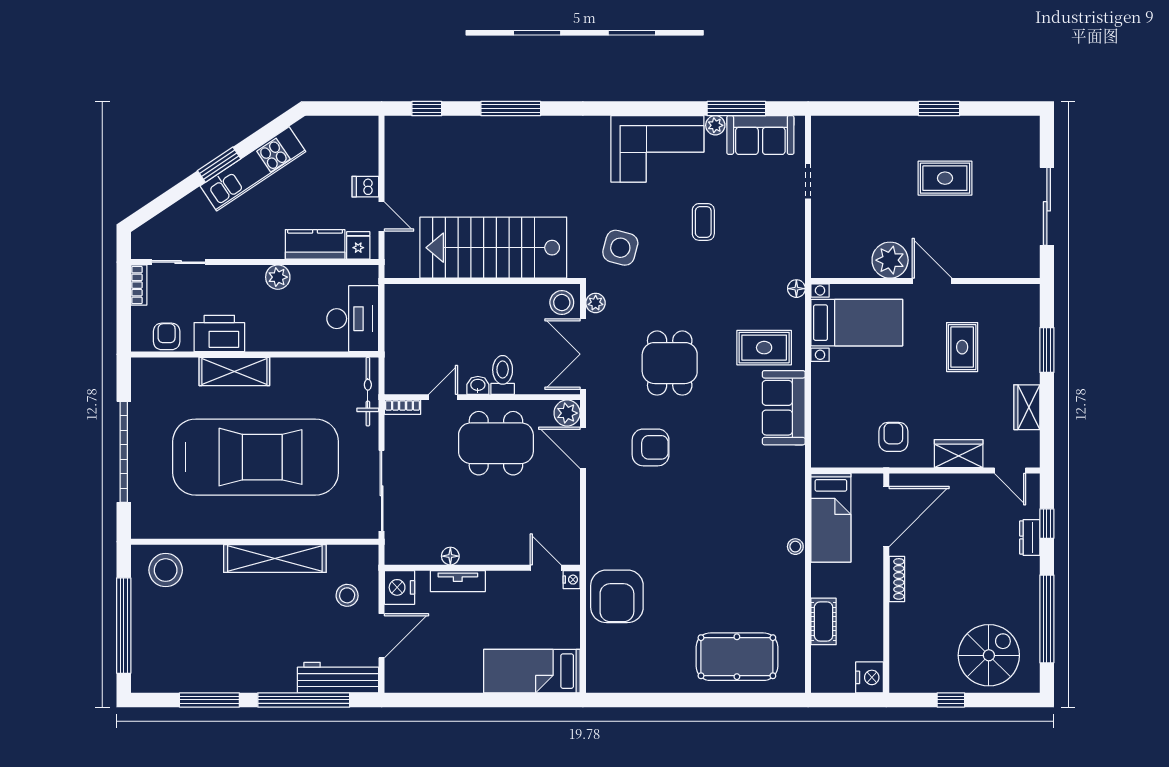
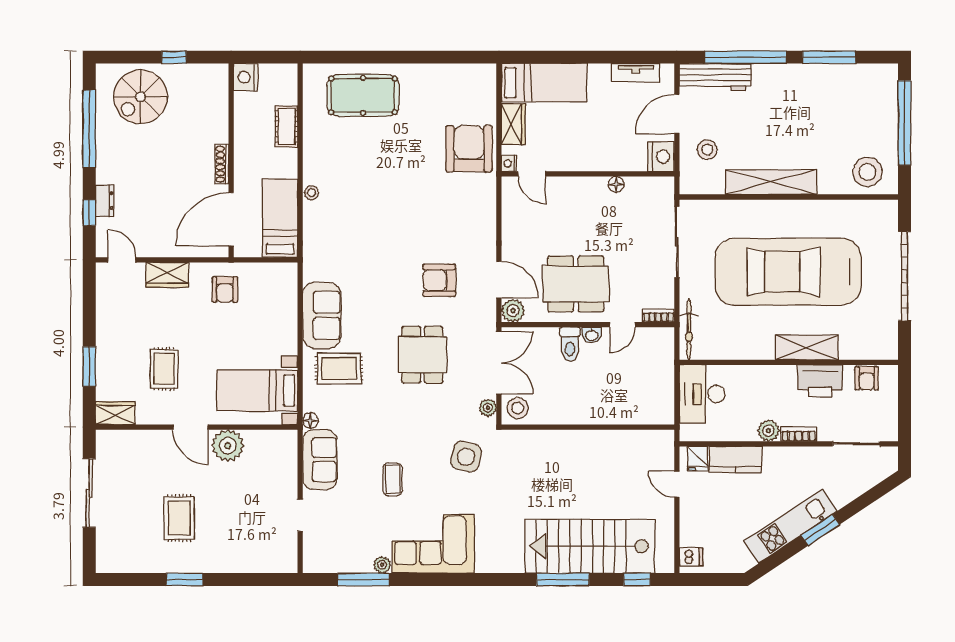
sofa: (760, 135) -> (320, 460), moved, turned 90
rug: (945, 178) -> (179, 518), turned 90
dishwasher: (365, 187) -> (691, 557), moved
stairs: (493, 248) -> (590, 546), moved, turned 180
bookcase: (139, 285) -> (799, 434), moved, turned 90
wardrobe: (1027, 407) -> (115, 413), moved, turned -90
tv unit: (458, 581) -> (636, 73), moved, turned 180
wardrobe: (567, 624) -> (513, 124), added

